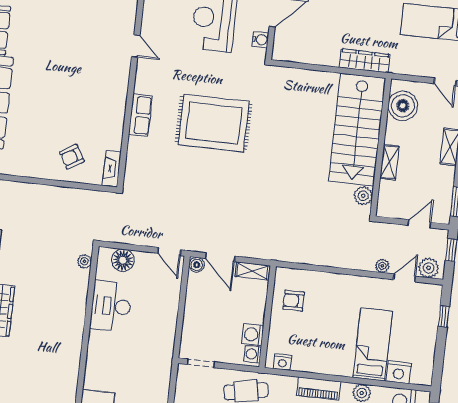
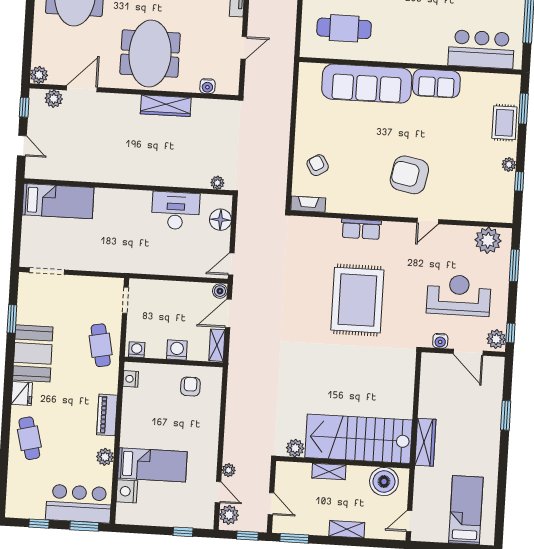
armchair: (87, 62) -> (409, 175), added
washing machine: (253, 335) -> (177, 350), moved

